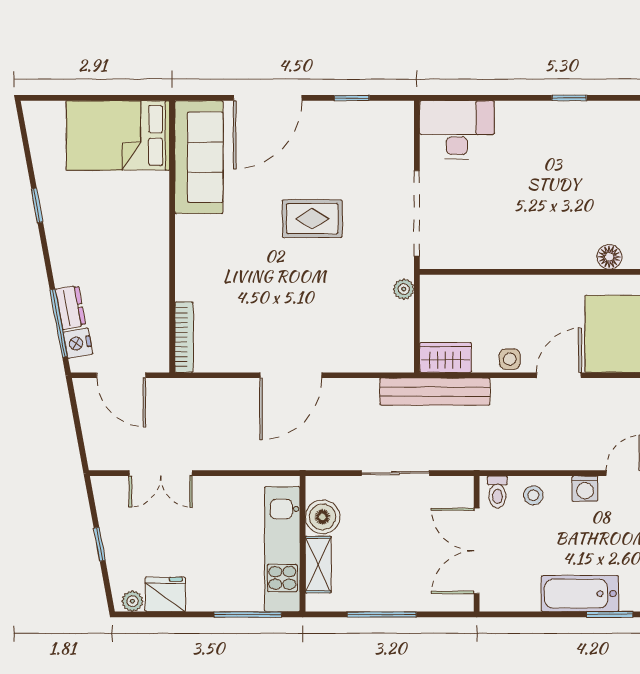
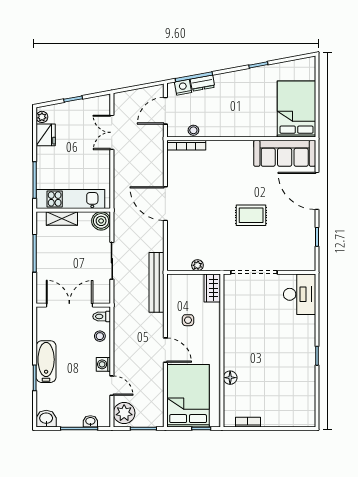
rug: (312, 219) -> (251, 215), turned 90
plant: (404, 289) -> (197, 265), moved
stool: (157, 324) -> (193, 130), added
wardrobe: (445, 358) -> (212, 288), moved, turned 180
side table: (510, 359) -> (188, 320), moved
boiler: (323, 517) -> (101, 221), moved

